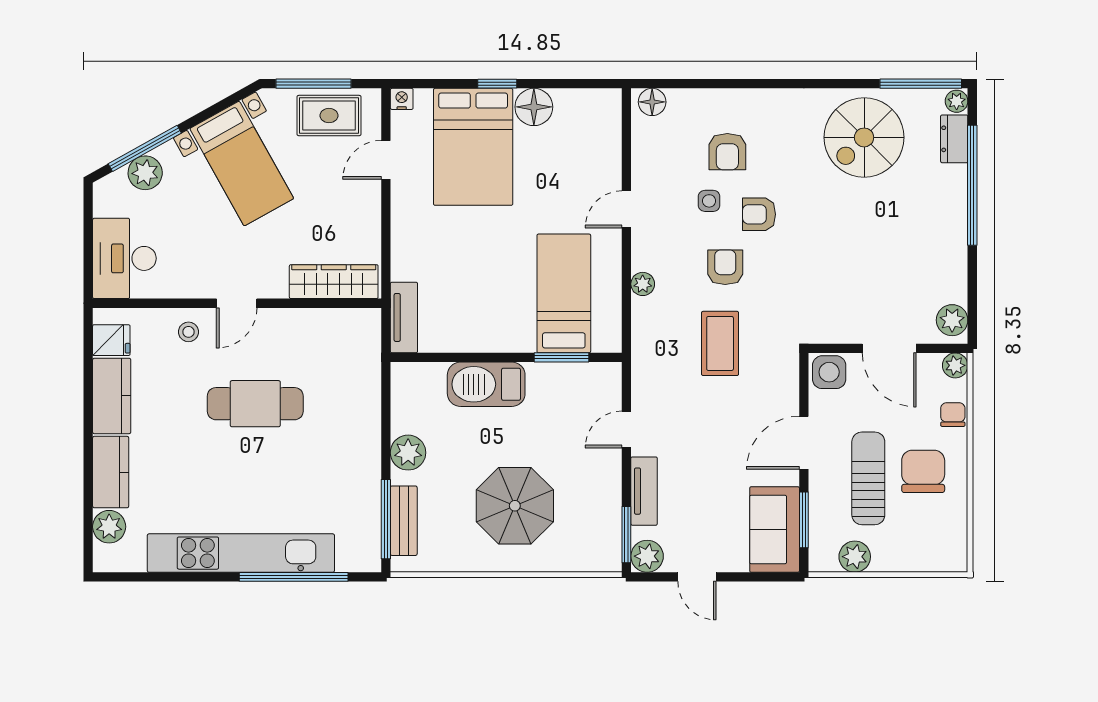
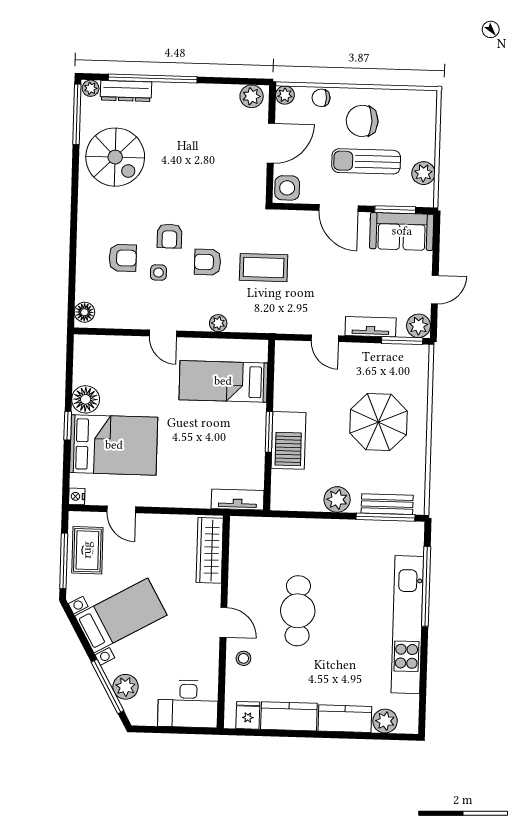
dresser: (954, 139) -> (126, 91), width x1.44
window: (562, 357) -> (269, 432), moved

